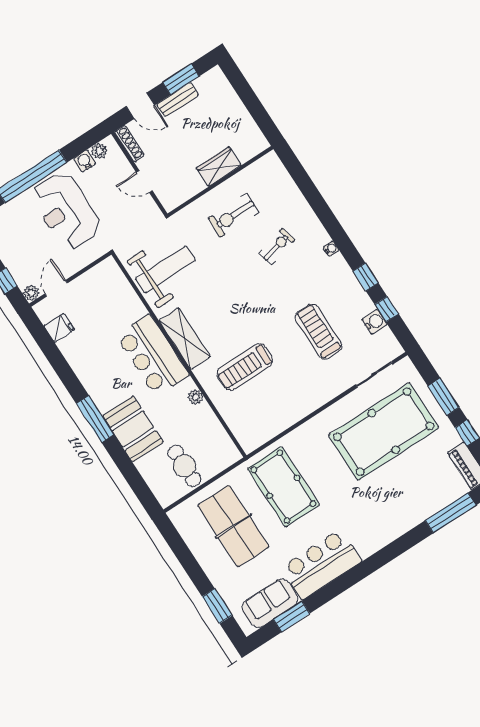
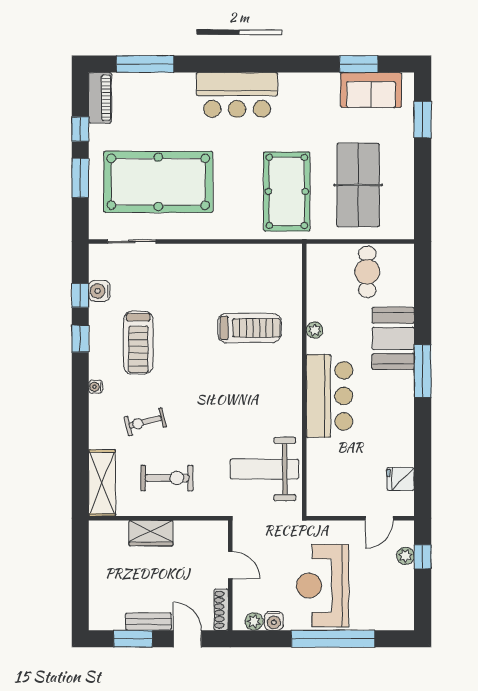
reception desk: (66, 211) -> (323, 586), turned 180
plant: (31, 293) -> (405, 556), moved
treadmill: (318, 332) -> (138, 342), moved
shelving: (185, 339) -> (102, 483), moved
bar counter: (321, 564) -> (237, 95), moved

